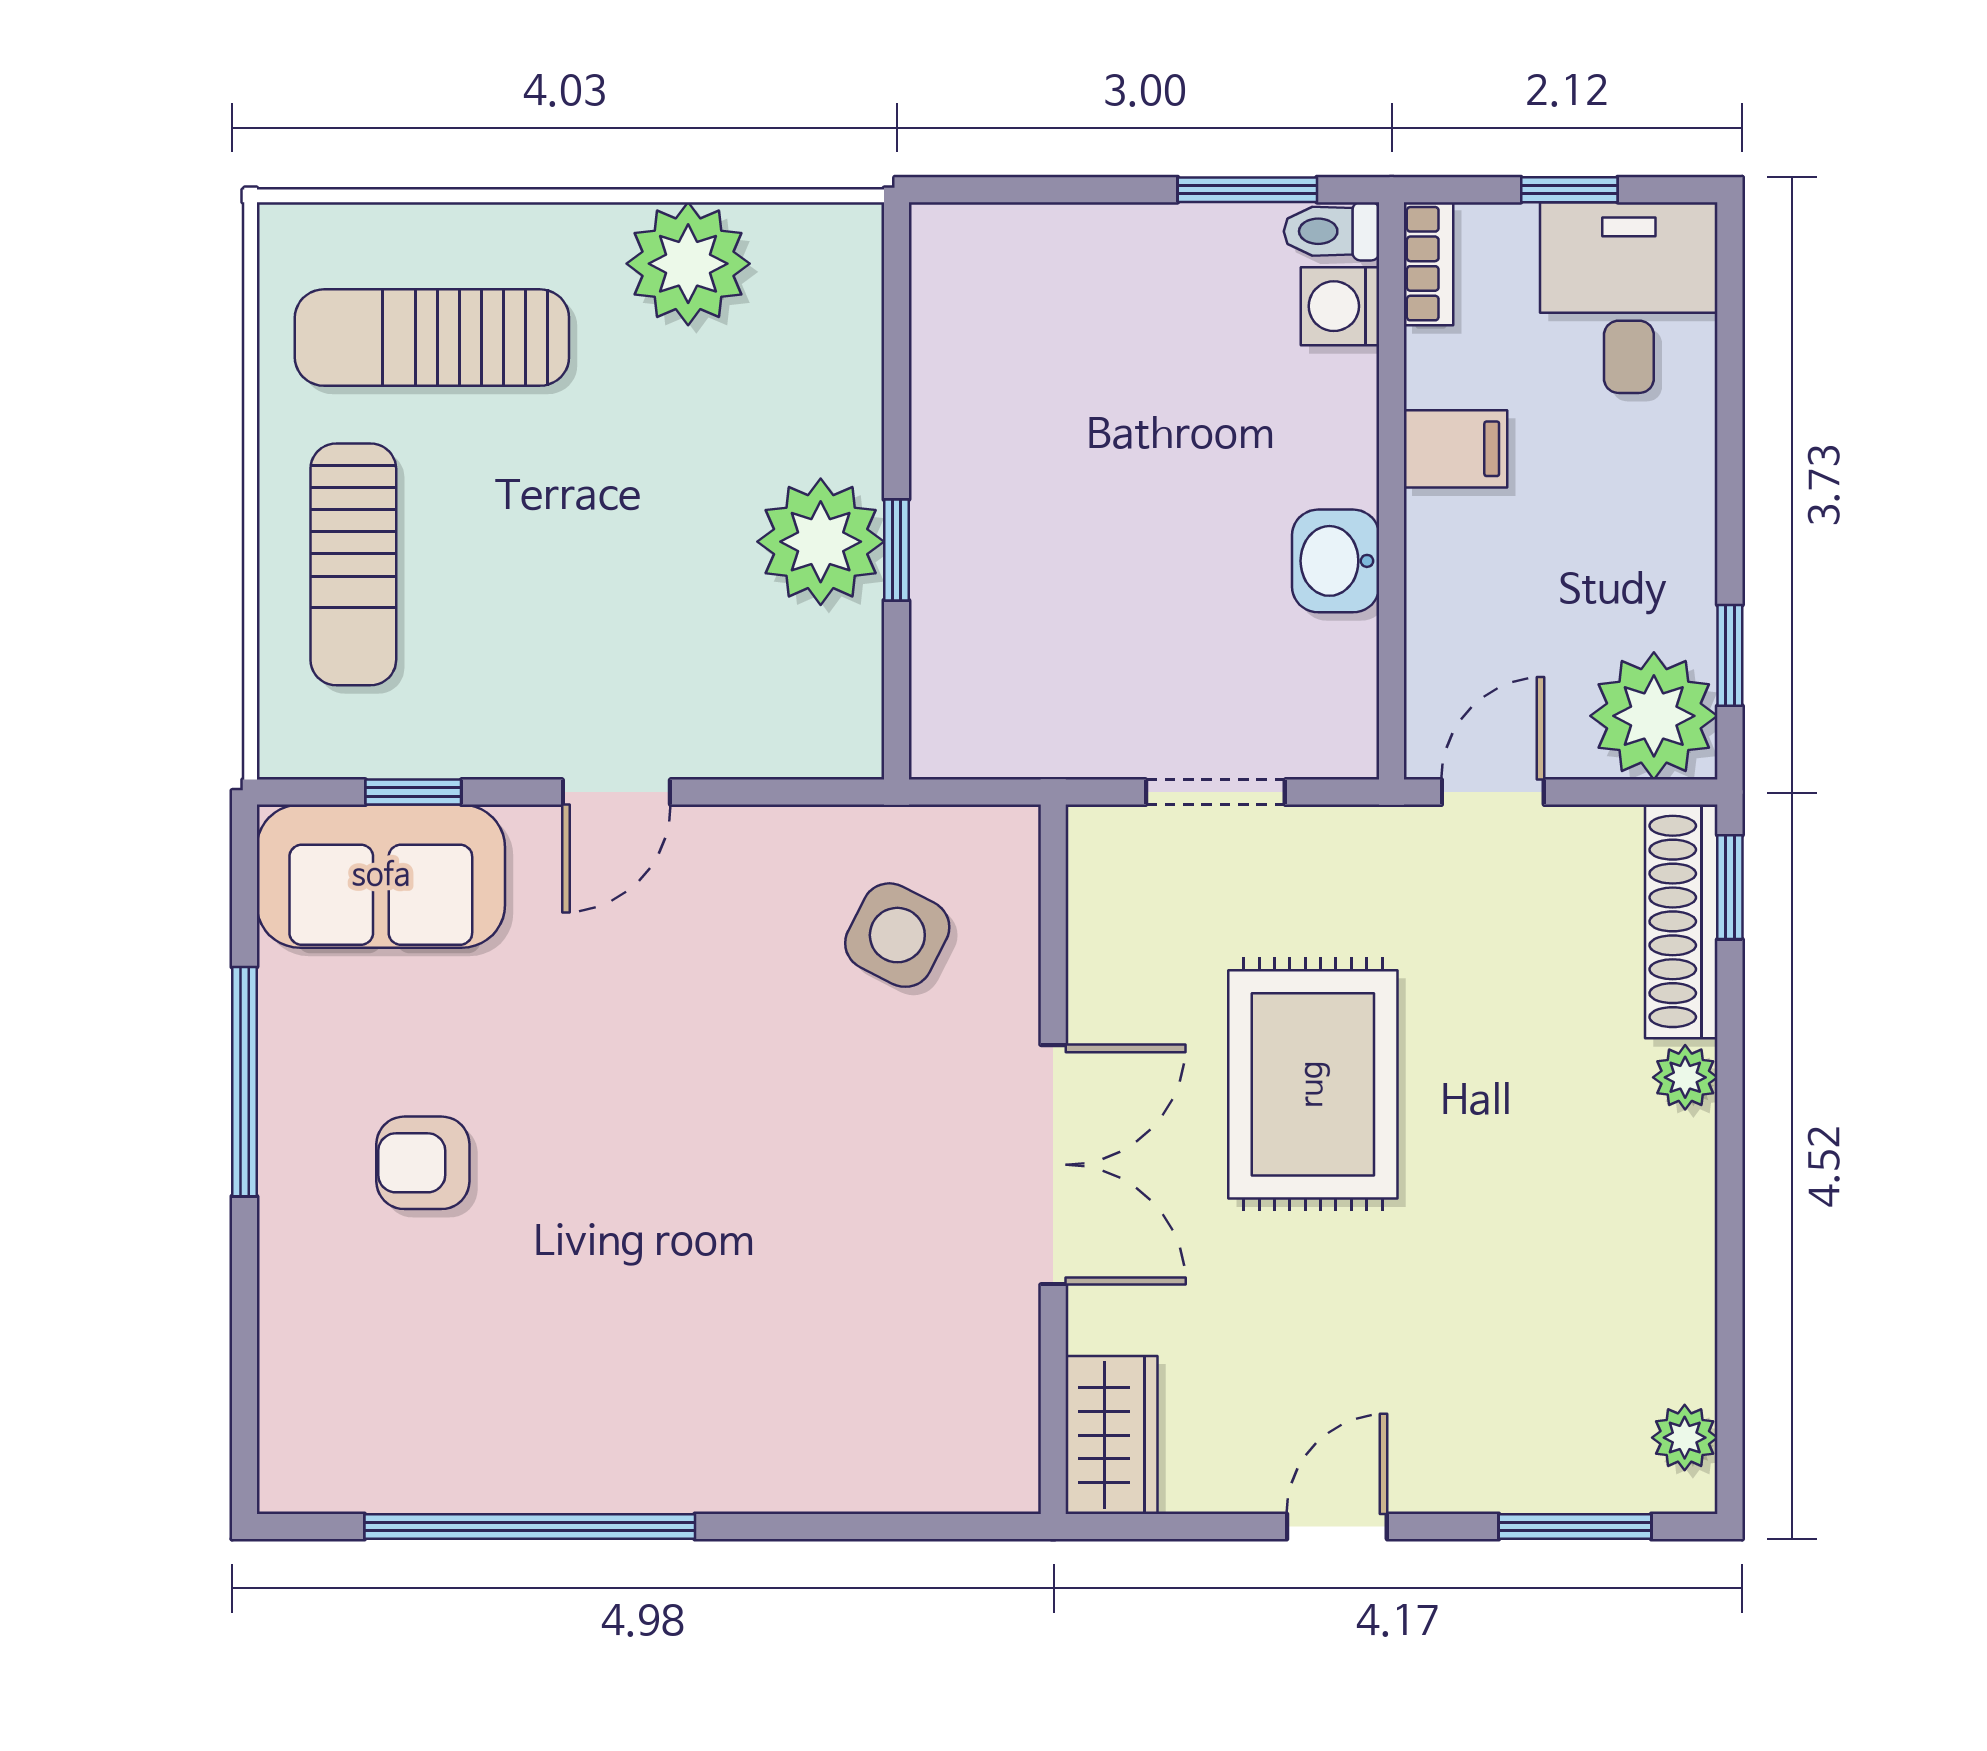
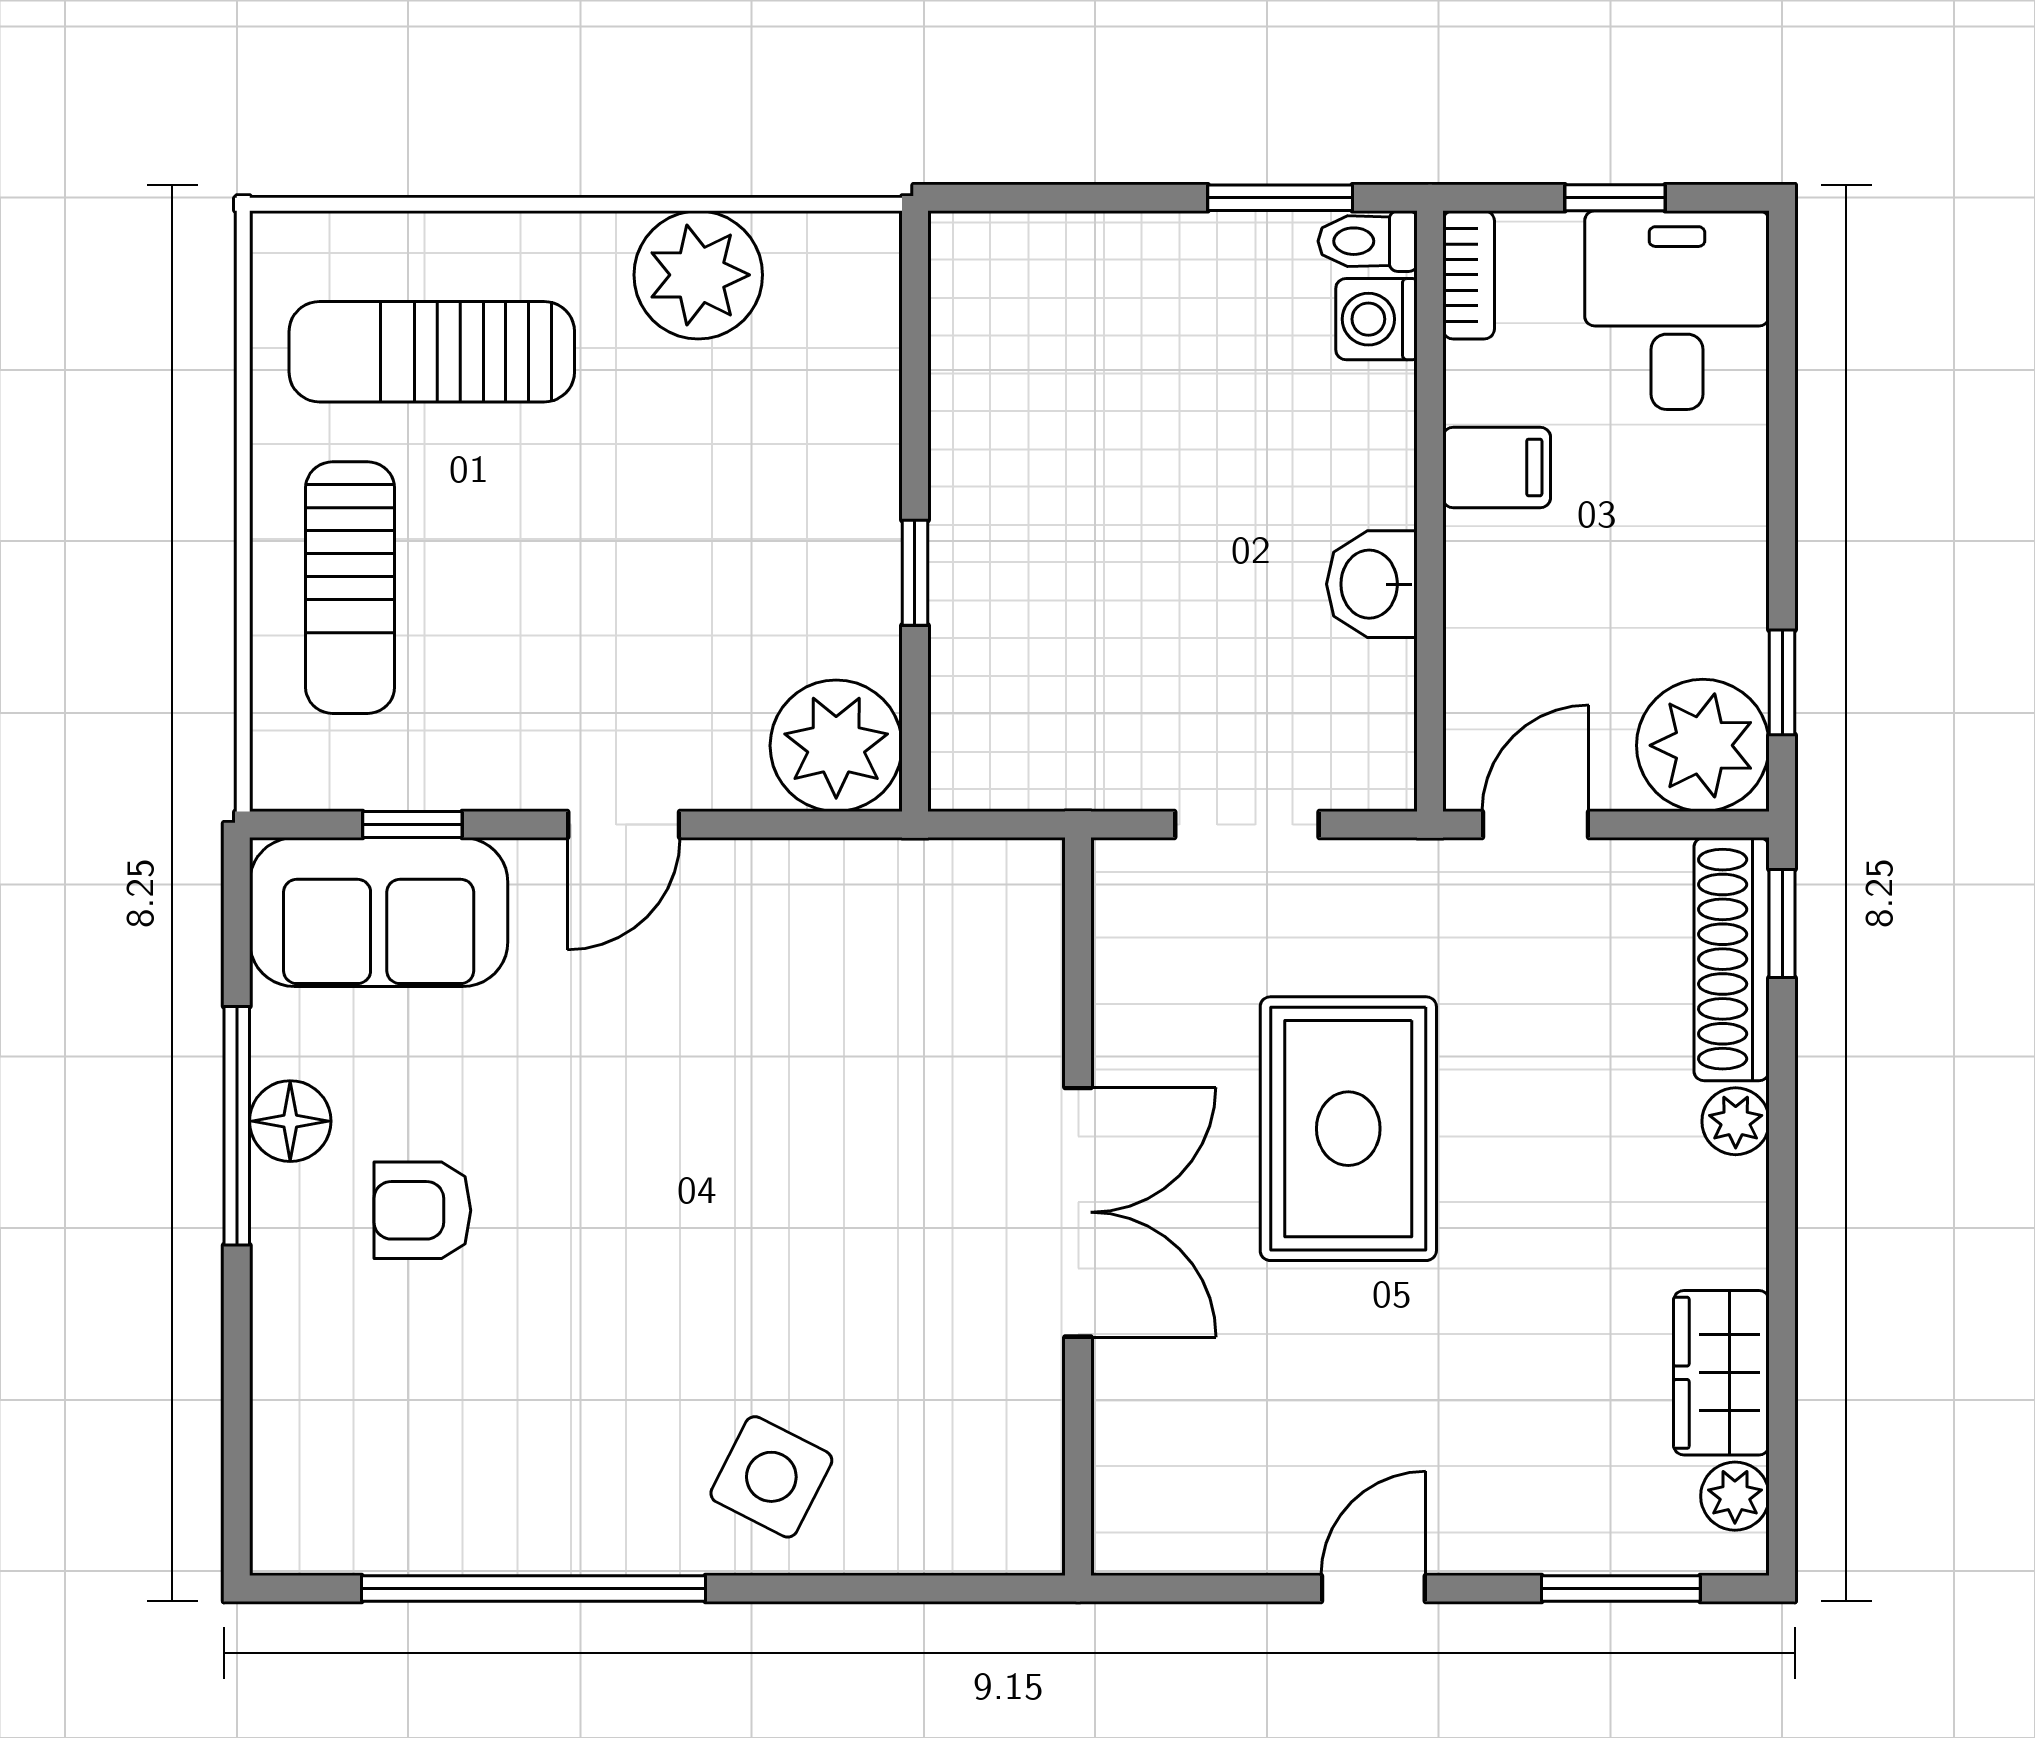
plant: (821, 542) -> (836, 746), moved
side table: (897, 935) -> (771, 1477), moved
floor lamp: (296, 1077) -> (290, 1121), added
wardrobe: (1111, 1435) -> (1721, 1373), moved, turned 180

